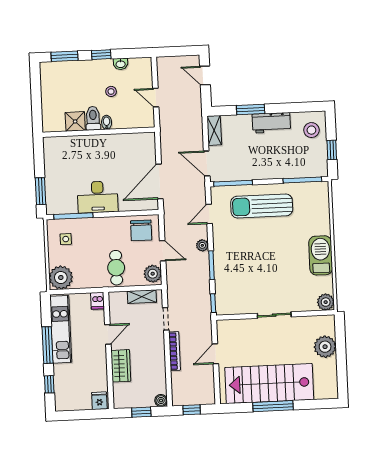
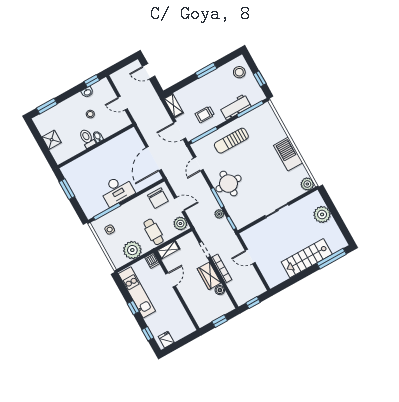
window: (101, 55) -> (92, 81), moved
window: (251, 110) -> (206, 71), moved
shower: (75, 121) -> (52, 140), moved
workbench: (271, 123) -> (235, 107), moved, turned 180
trolley: (246, 159) -> (205, 114), added
window: (40, 191) -> (67, 189), moved
sun lounger: (262, 206) -> (231, 141), width x0.73, depth x0.75
plant: (202, 245) -> (219, 214), moved
round table: (233, 255) -> (228, 184), added
plant: (61, 278) -> (132, 250), moved
shelving: (142, 297) -> (168, 250), moved
window: (47, 345) -> (133, 308), width x0.46
door: (215, 354) -> (250, 257), hinge flipped
wardrobe: (121, 366) -> (209, 276), moved, turned 180
stairs: (269, 384) -> (307, 258), width x0.73, depth x0.66
boiler: (161, 400) -> (220, 290), moved
fridge: (99, 401) -> (166, 340), moved
window: (273, 406) -> (332, 259), moved

